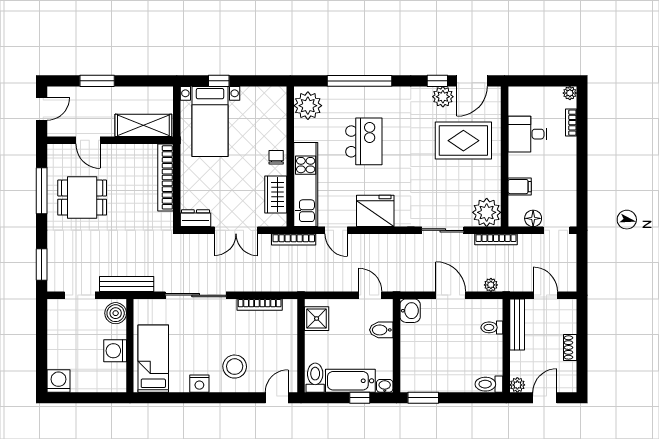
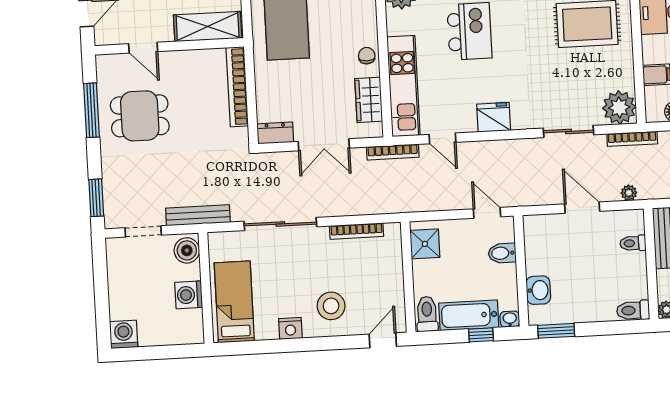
fridge: (375, 211) -> (494, 117), width x0.73, depth x0.75
washbasin: (410, 311) -> (538, 290), moved

